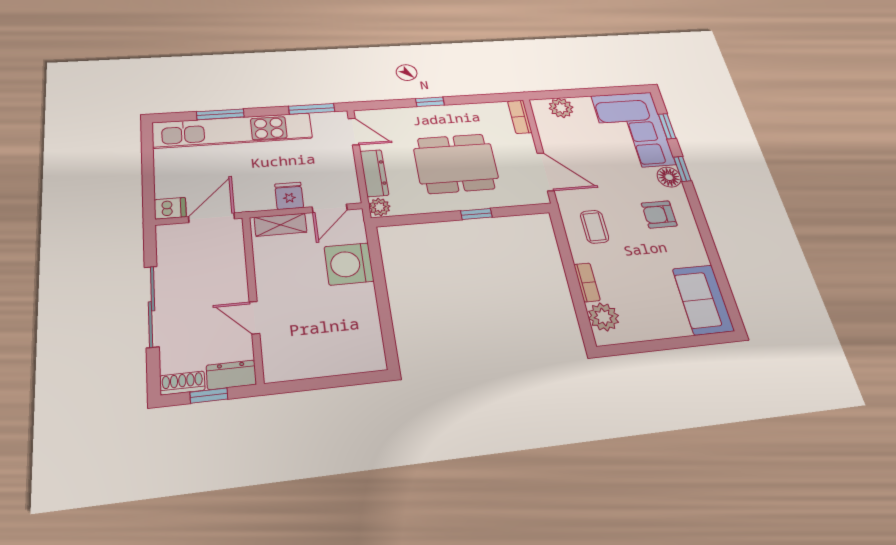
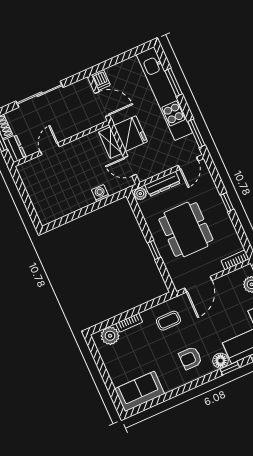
fridge: (289, 196) -> (131, 134), width x1.88, depth x1.34
armchair: (659, 214) -> (190, 358), turned -90
washing machine: (349, 264) -> (100, 193), width x0.53, depth x0.53

